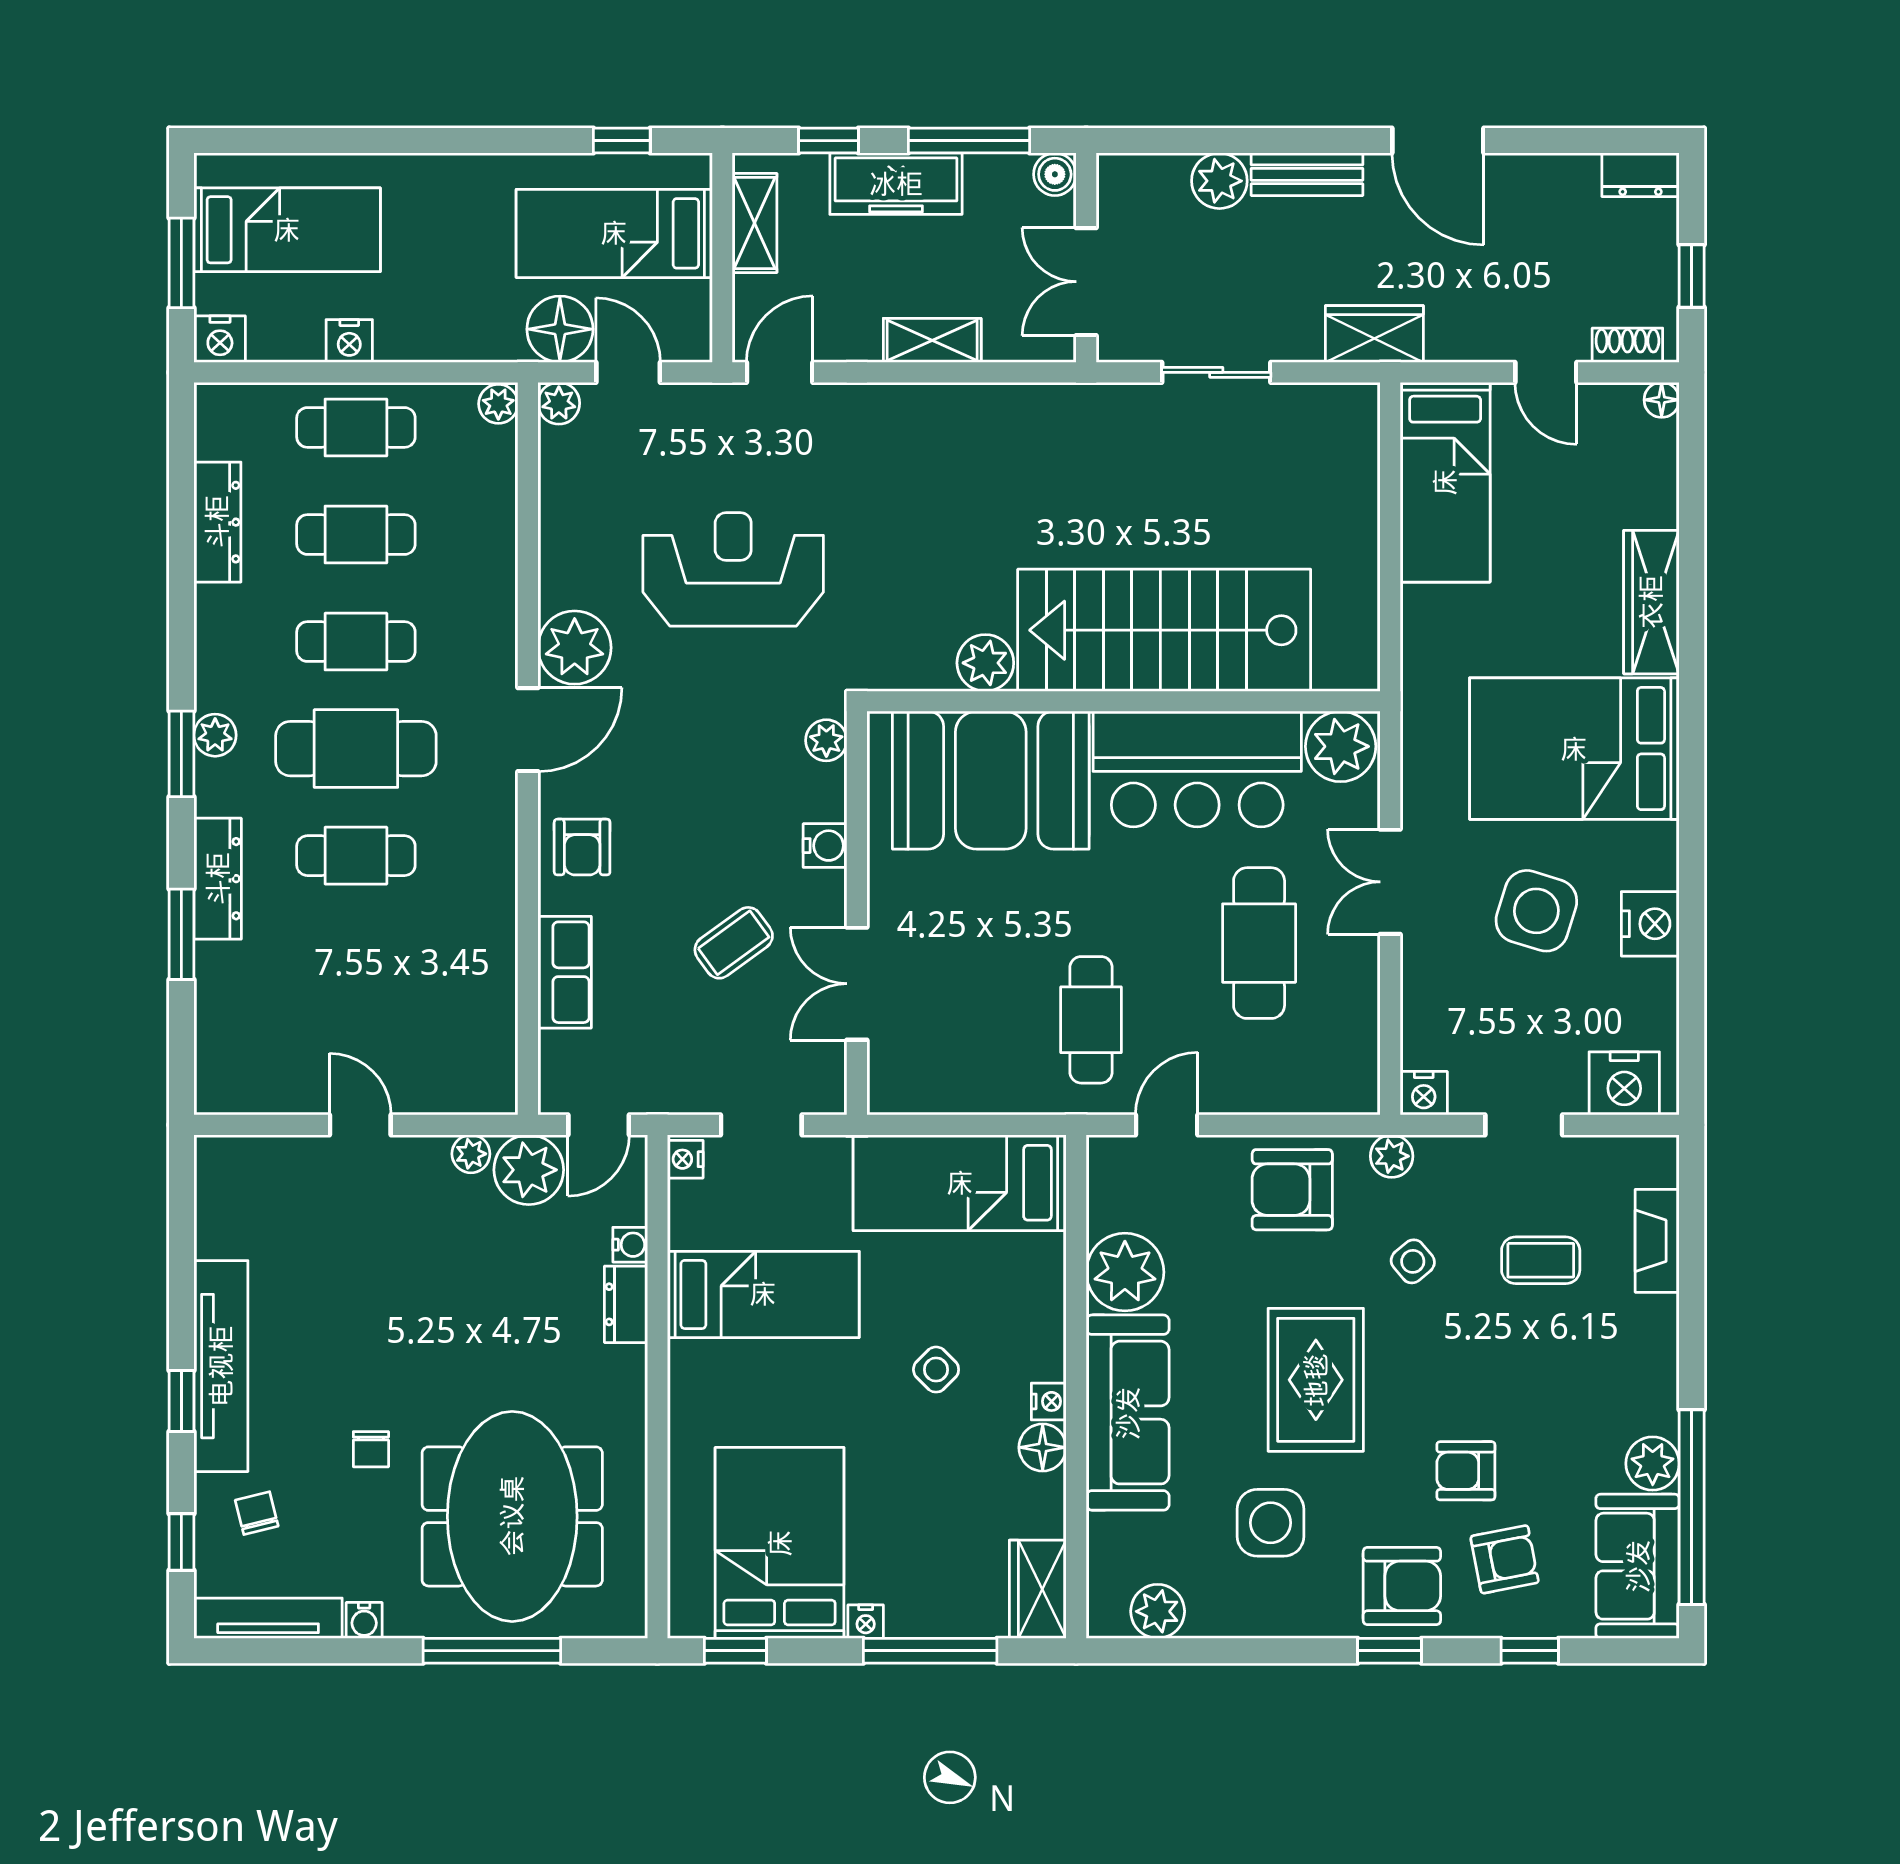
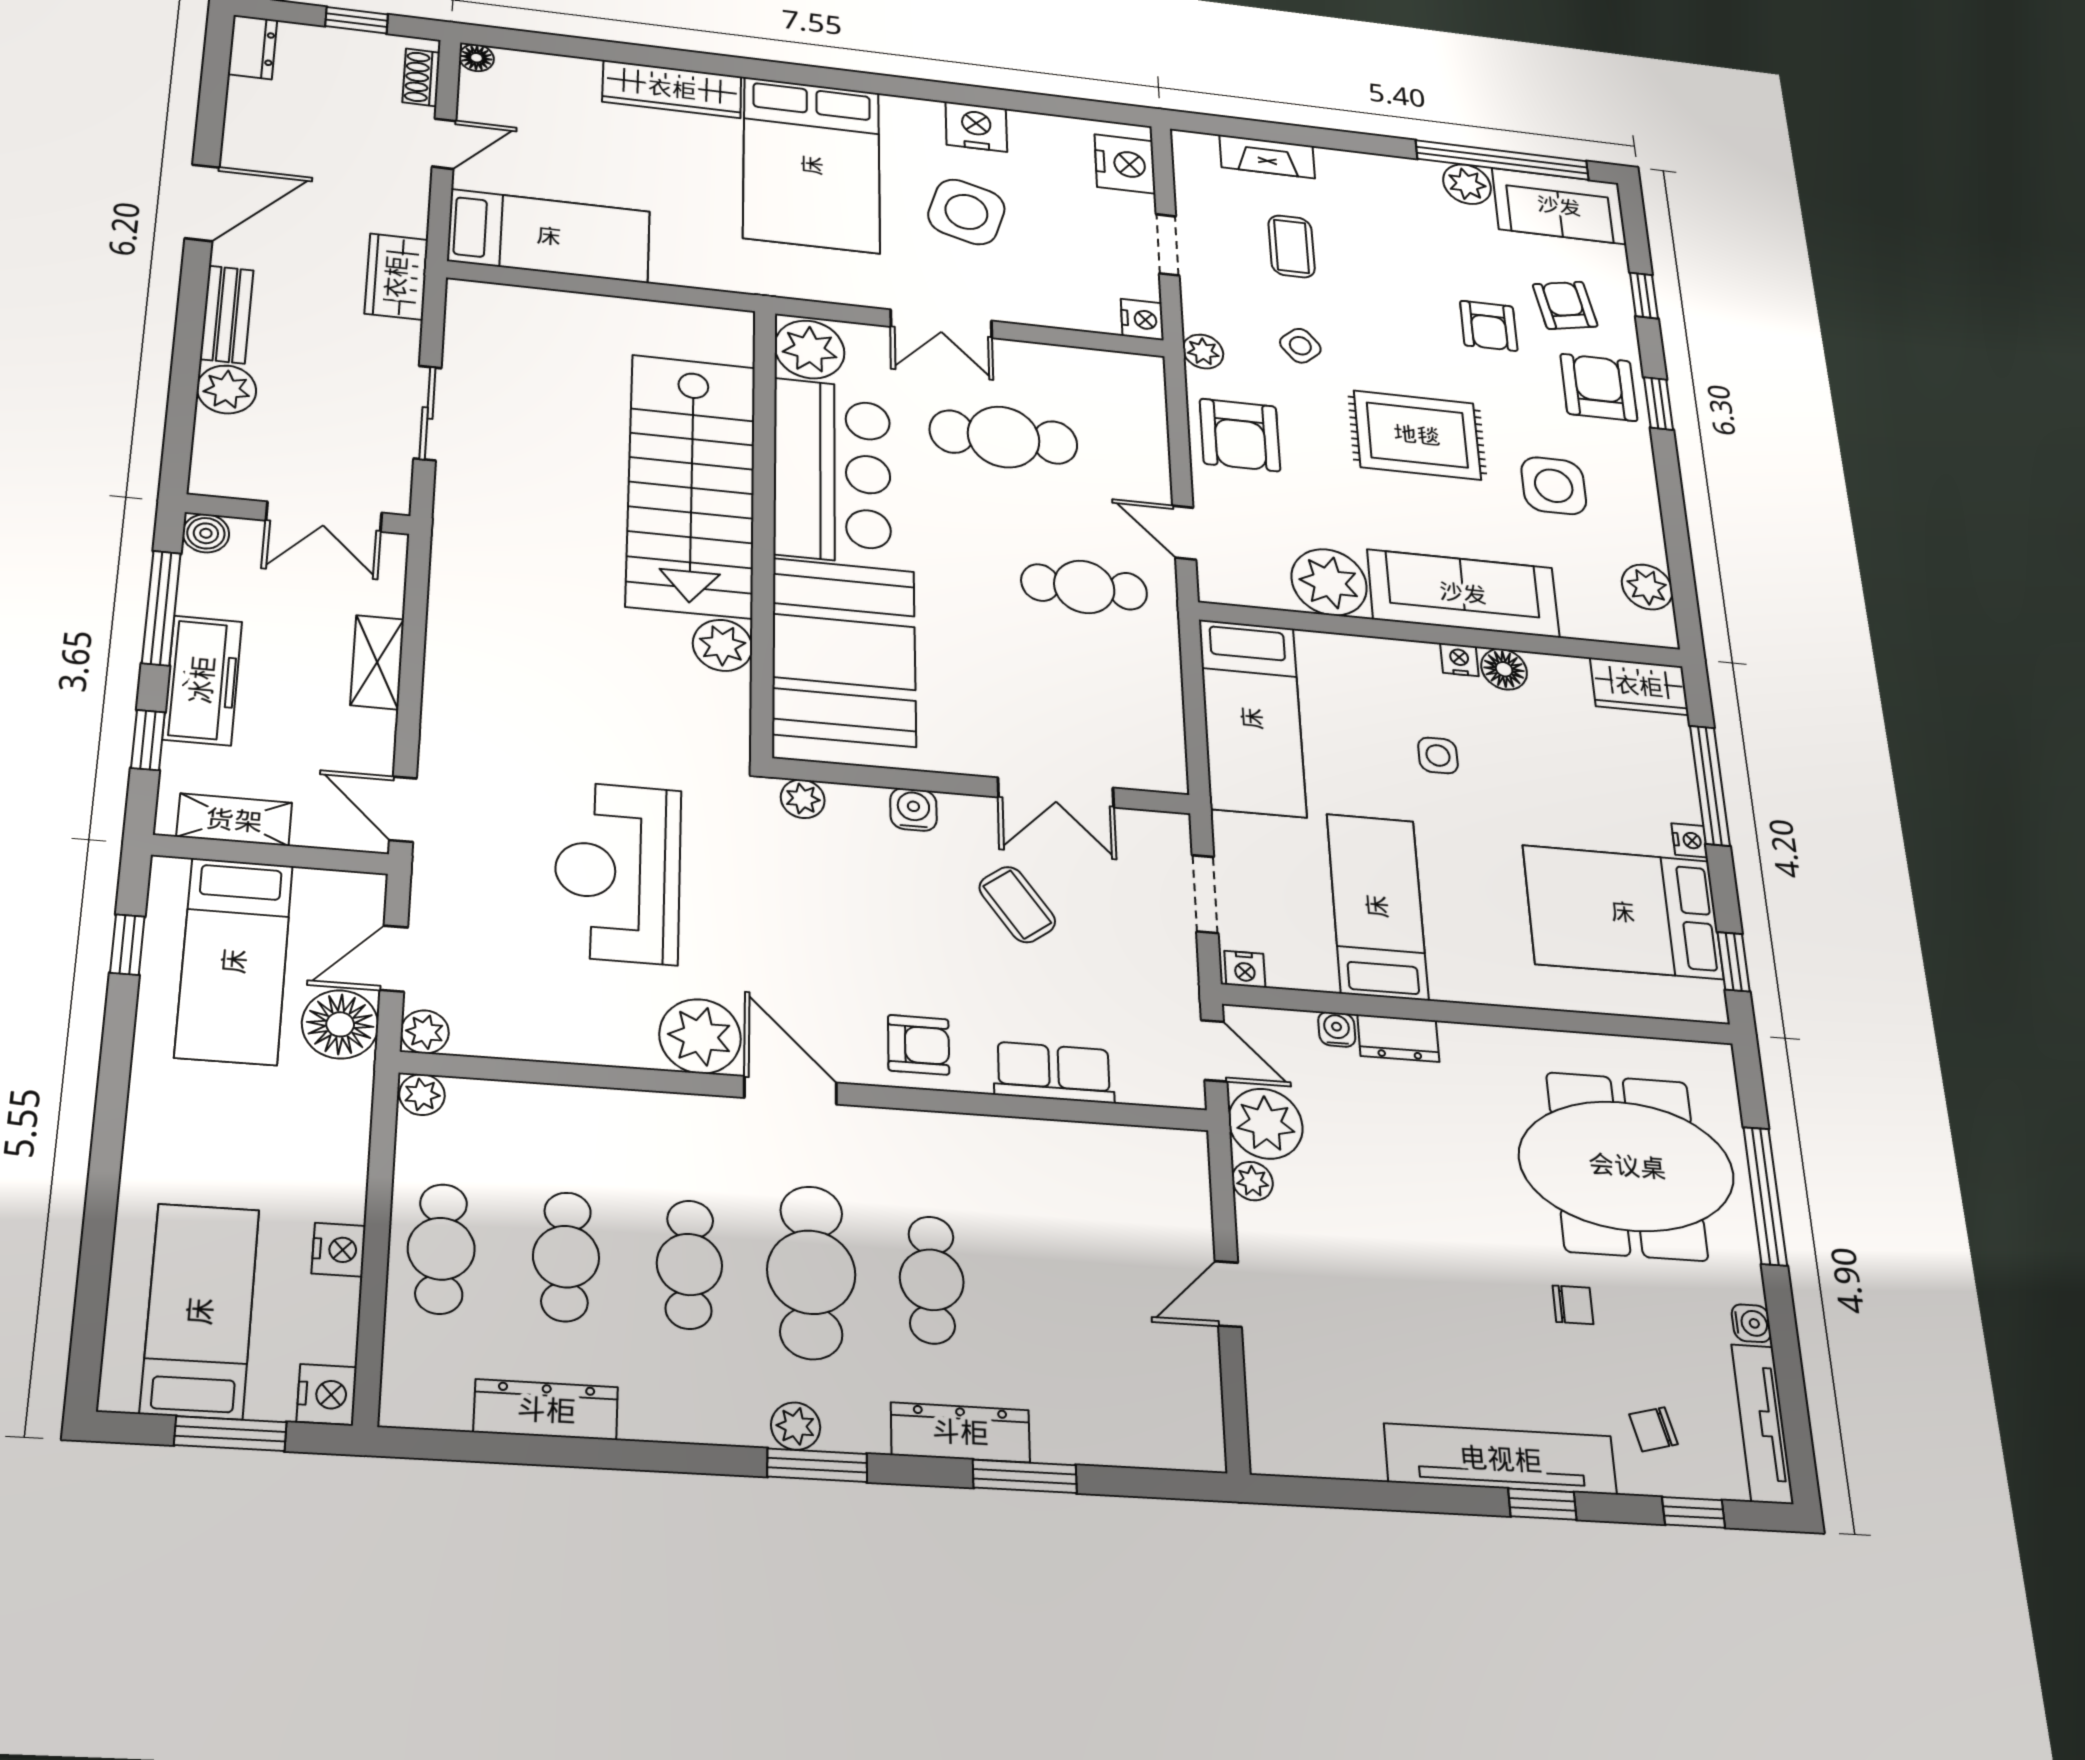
side table: (936, 1370) -> (1438, 755), turned 45

